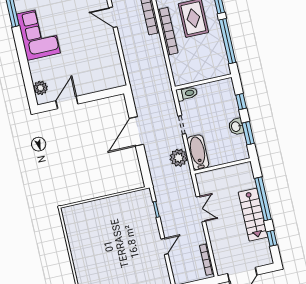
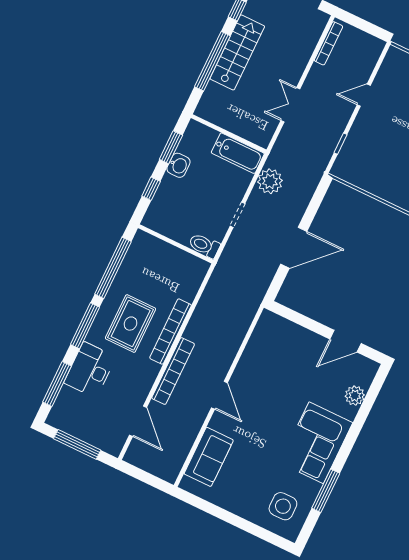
plant: (40, 88) -> (355, 396), moved
bathtub: (198, 152) -> (238, 153), moved, turned -90

